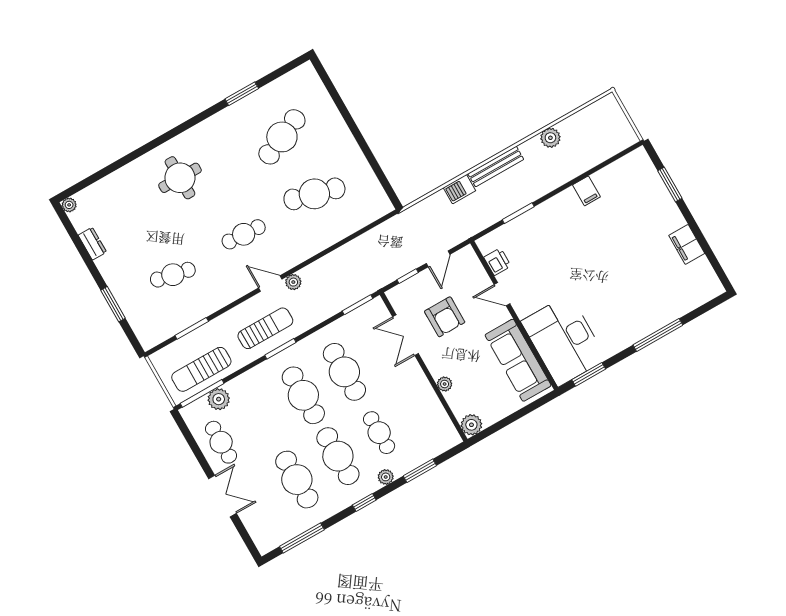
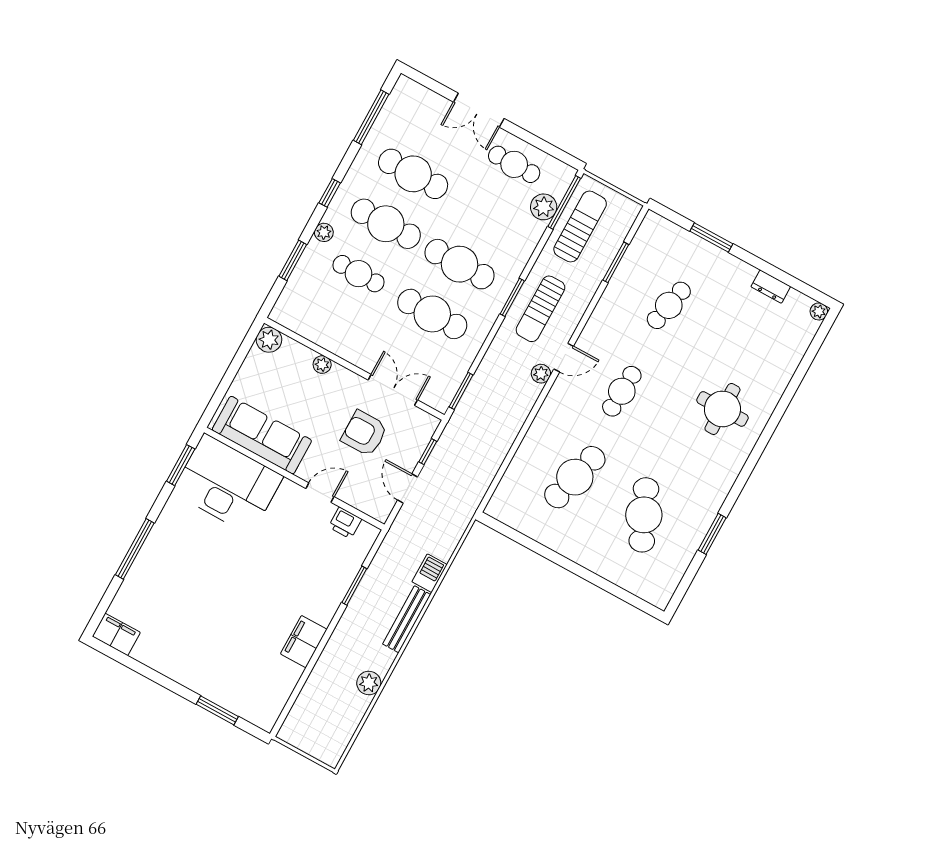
filing cabinet: (586, 191) -> (304, 642), width x2.00
filing cabinet: (687, 244) -> (116, 634), moved

